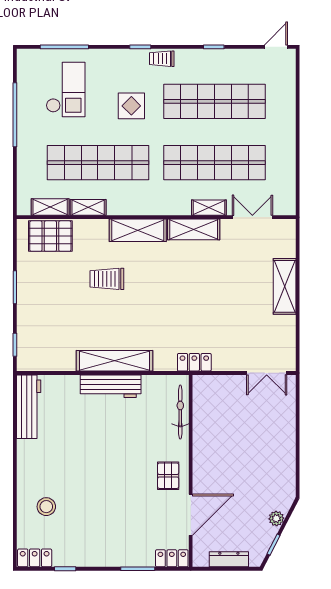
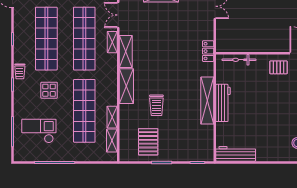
pallet: (50, 236) -> (148, 142), moved

